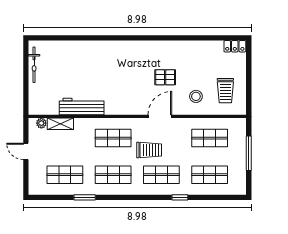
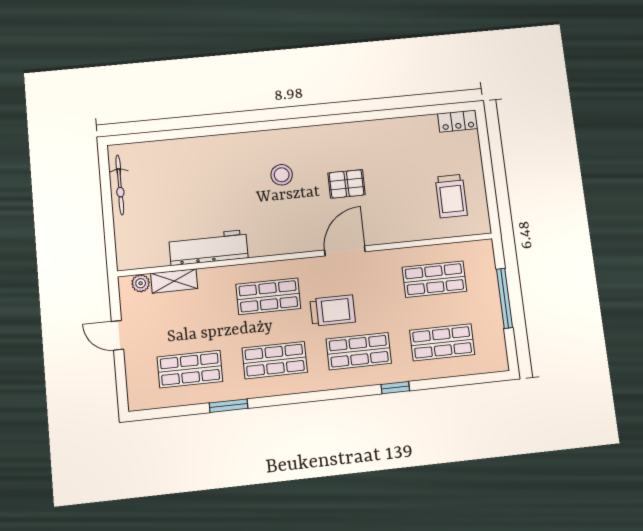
stool: (196, 96) -> (282, 175), moved

